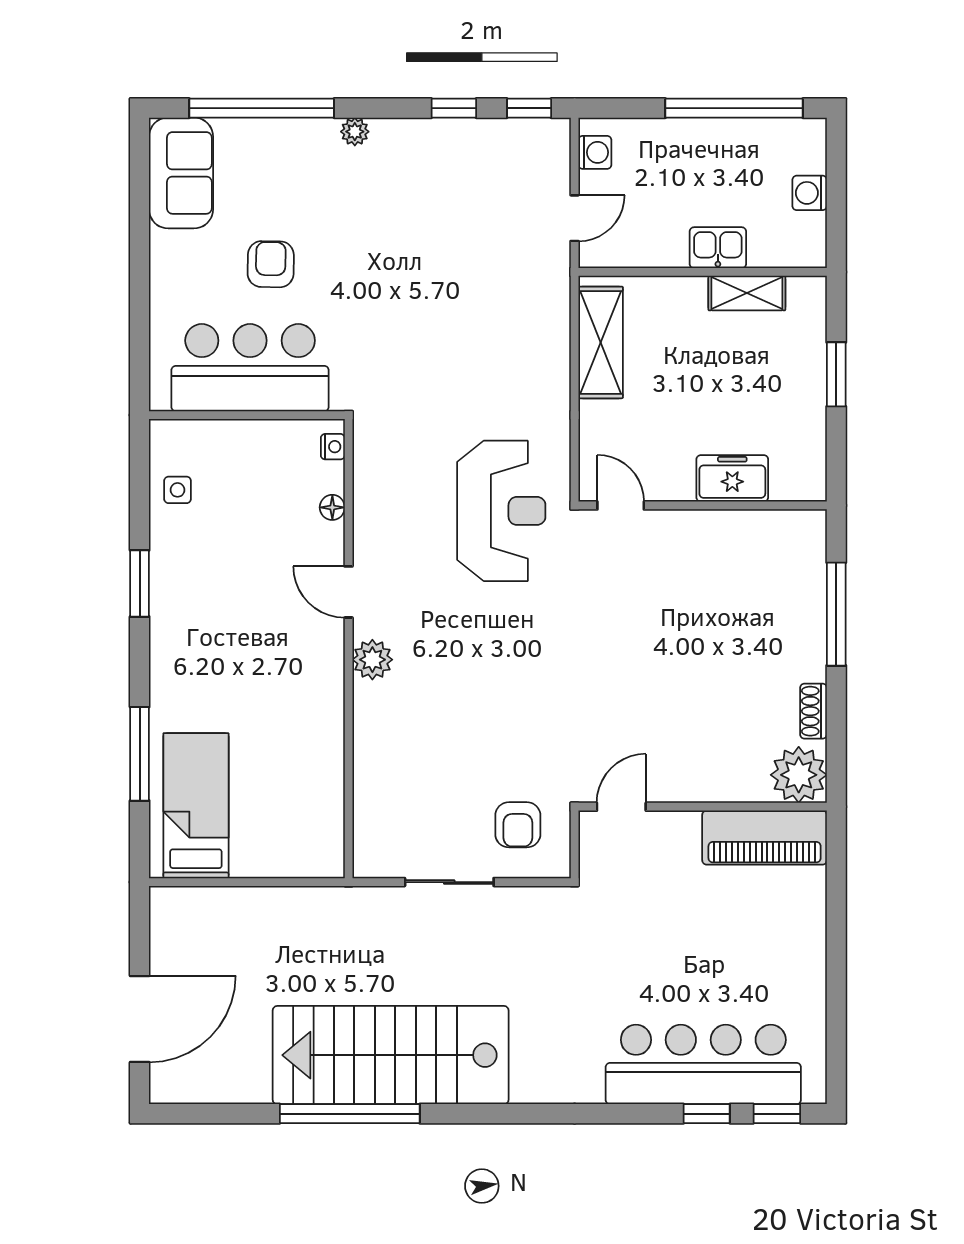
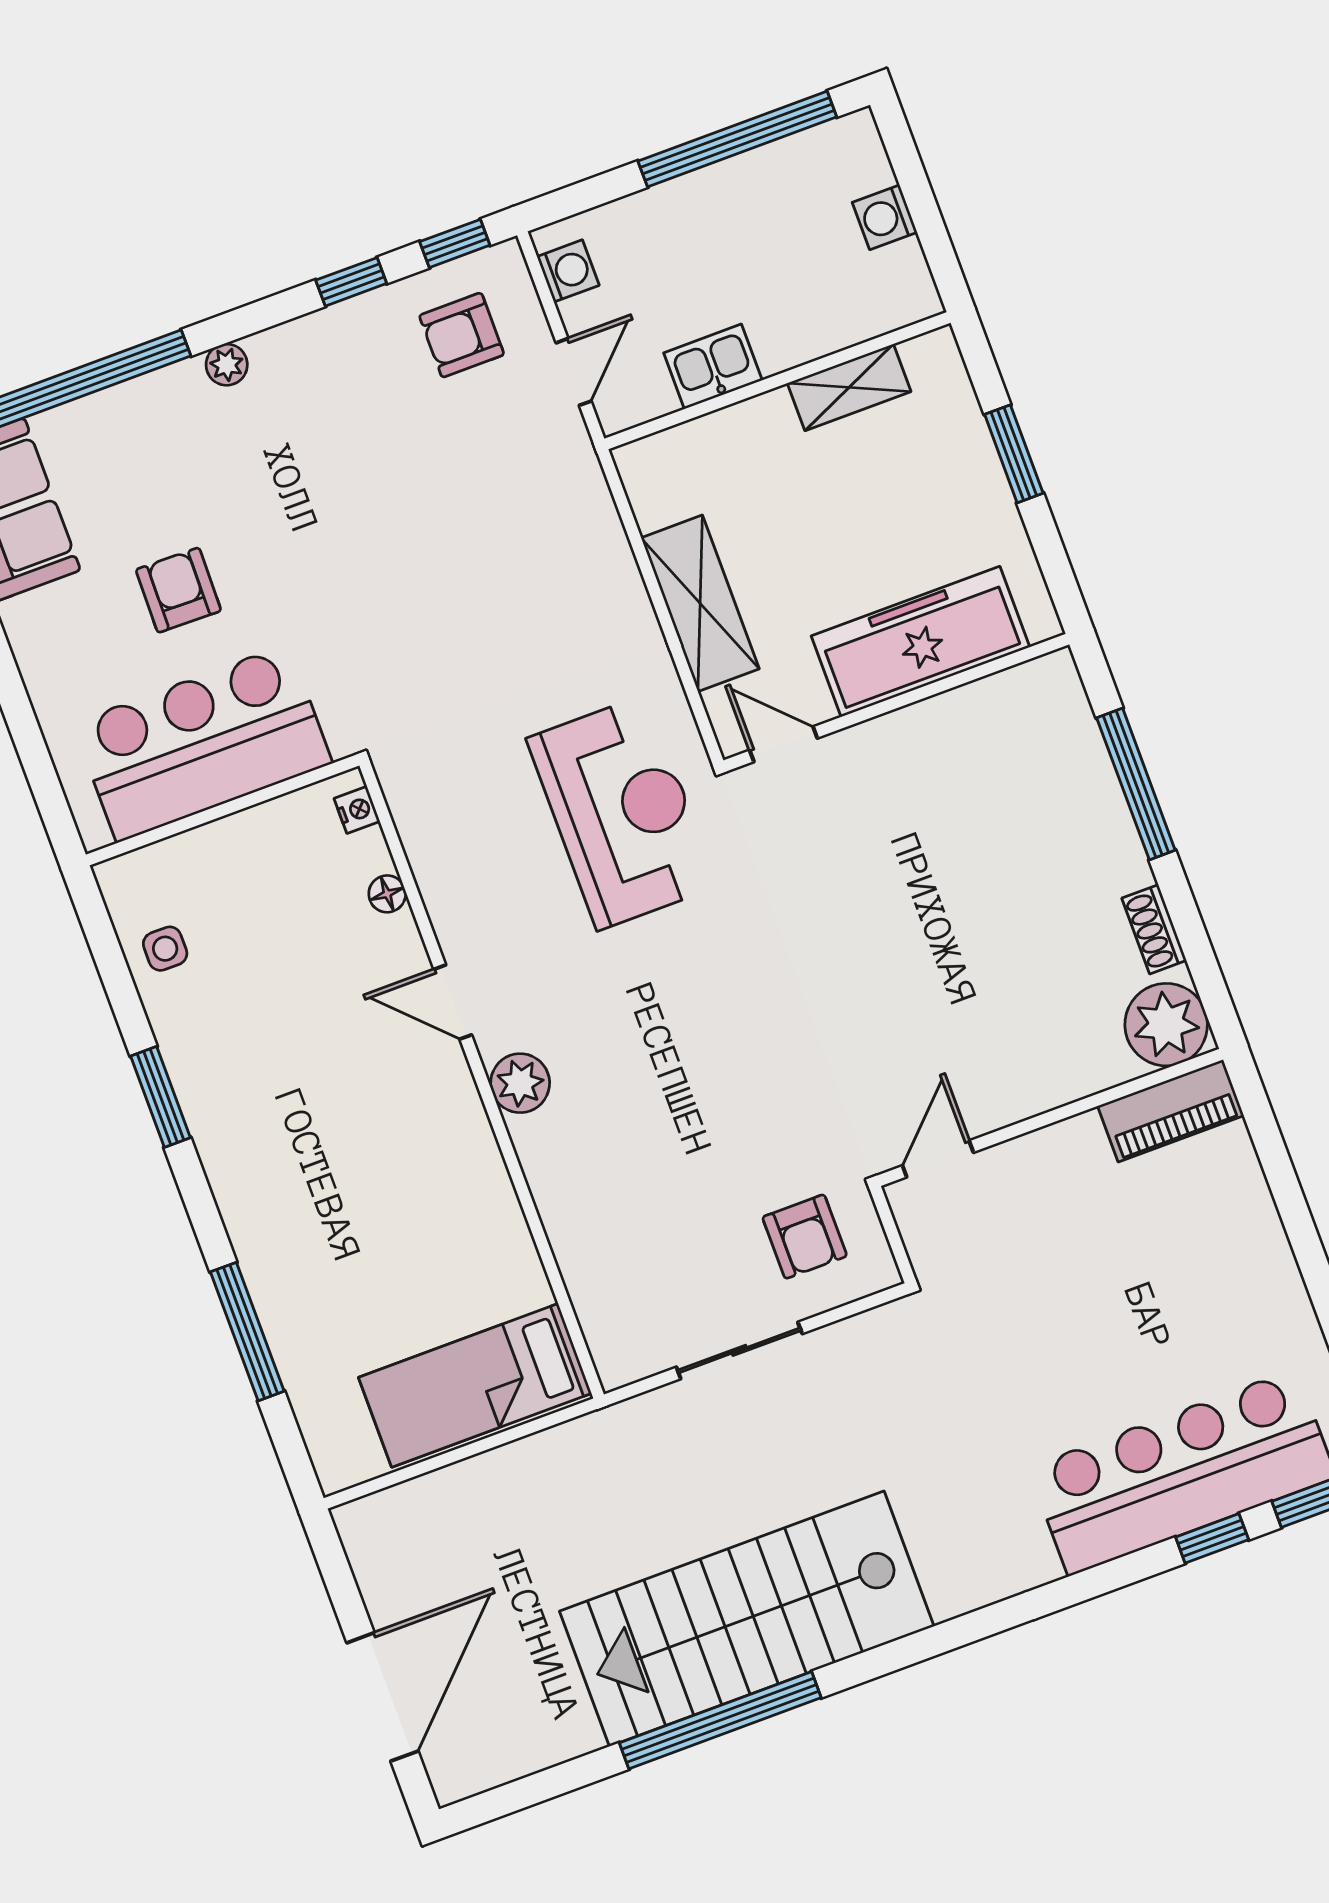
armchair: (512, 168) -> (462, 335), added
kitchen sink: (718, 248) -> (713, 367), moved
shelving: (601, 342) -> (700, 603), moved
freezer: (732, 478) -> (920, 642), width x1.91, depth x1.26
bed: (196, 806) -> (475, 1385), moved, turned -90
piano: (765, 838) -> (1171, 1111), width x0.73, depth x0.75

